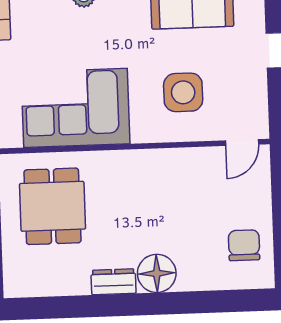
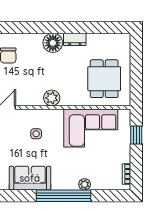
side table: (183, 92) -> (36, 134), width x0.54, depth x0.54
plant: (155, 164) -> (52, 98), added

